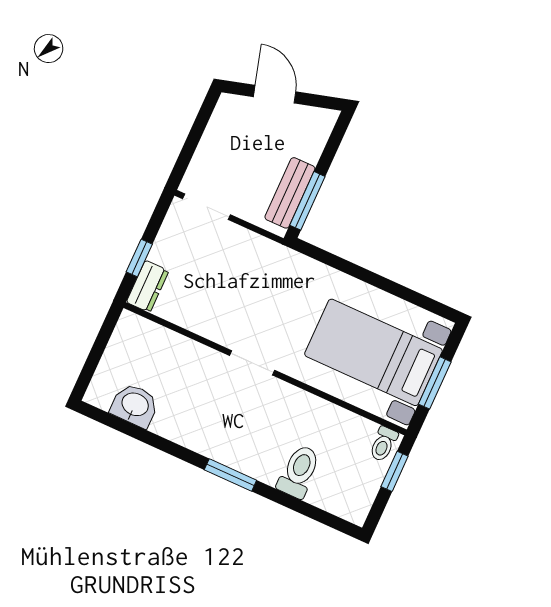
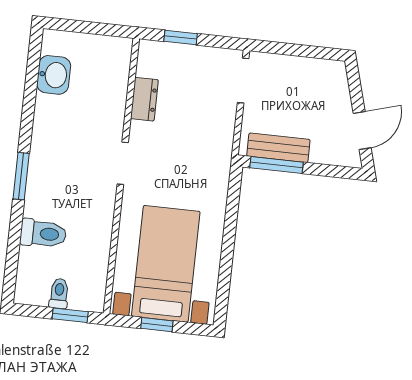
door: (275, 94) -> (362, 130), moved
dresser: (148, 286) -> (144, 99), moved, turned -90
window: (435, 383) -> (157, 325), width x0.67
toilet: (383, 444) -> (59, 293), moved, turned 90

